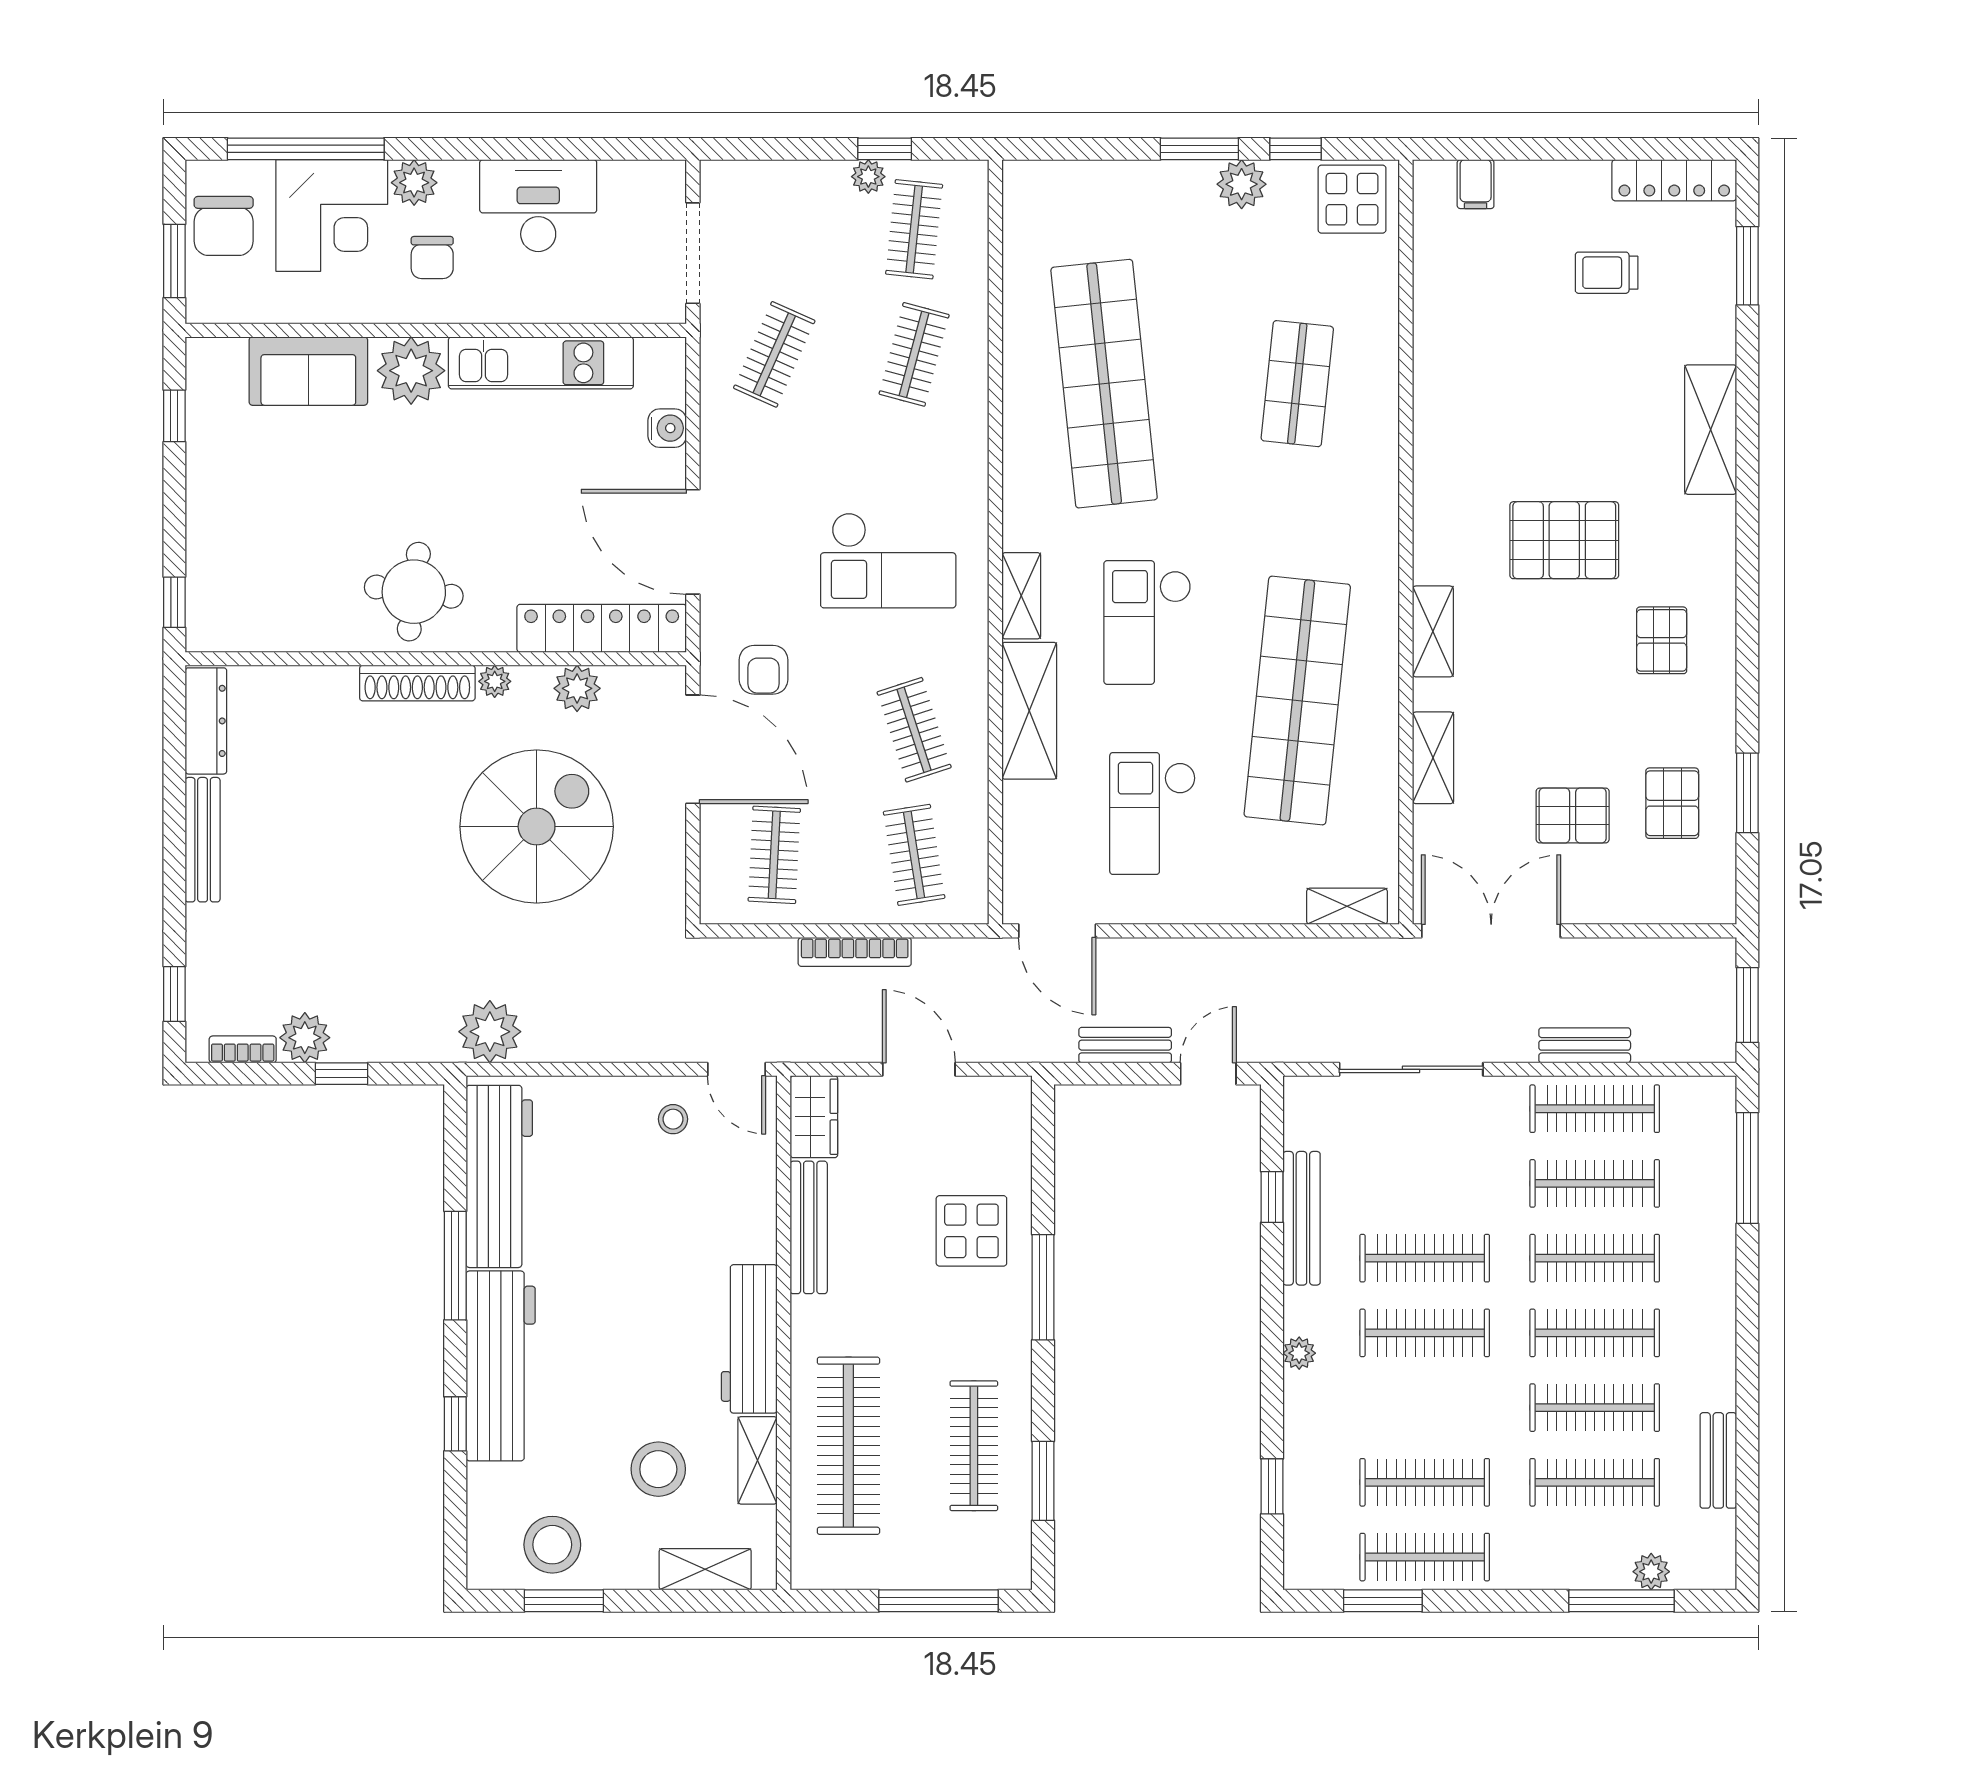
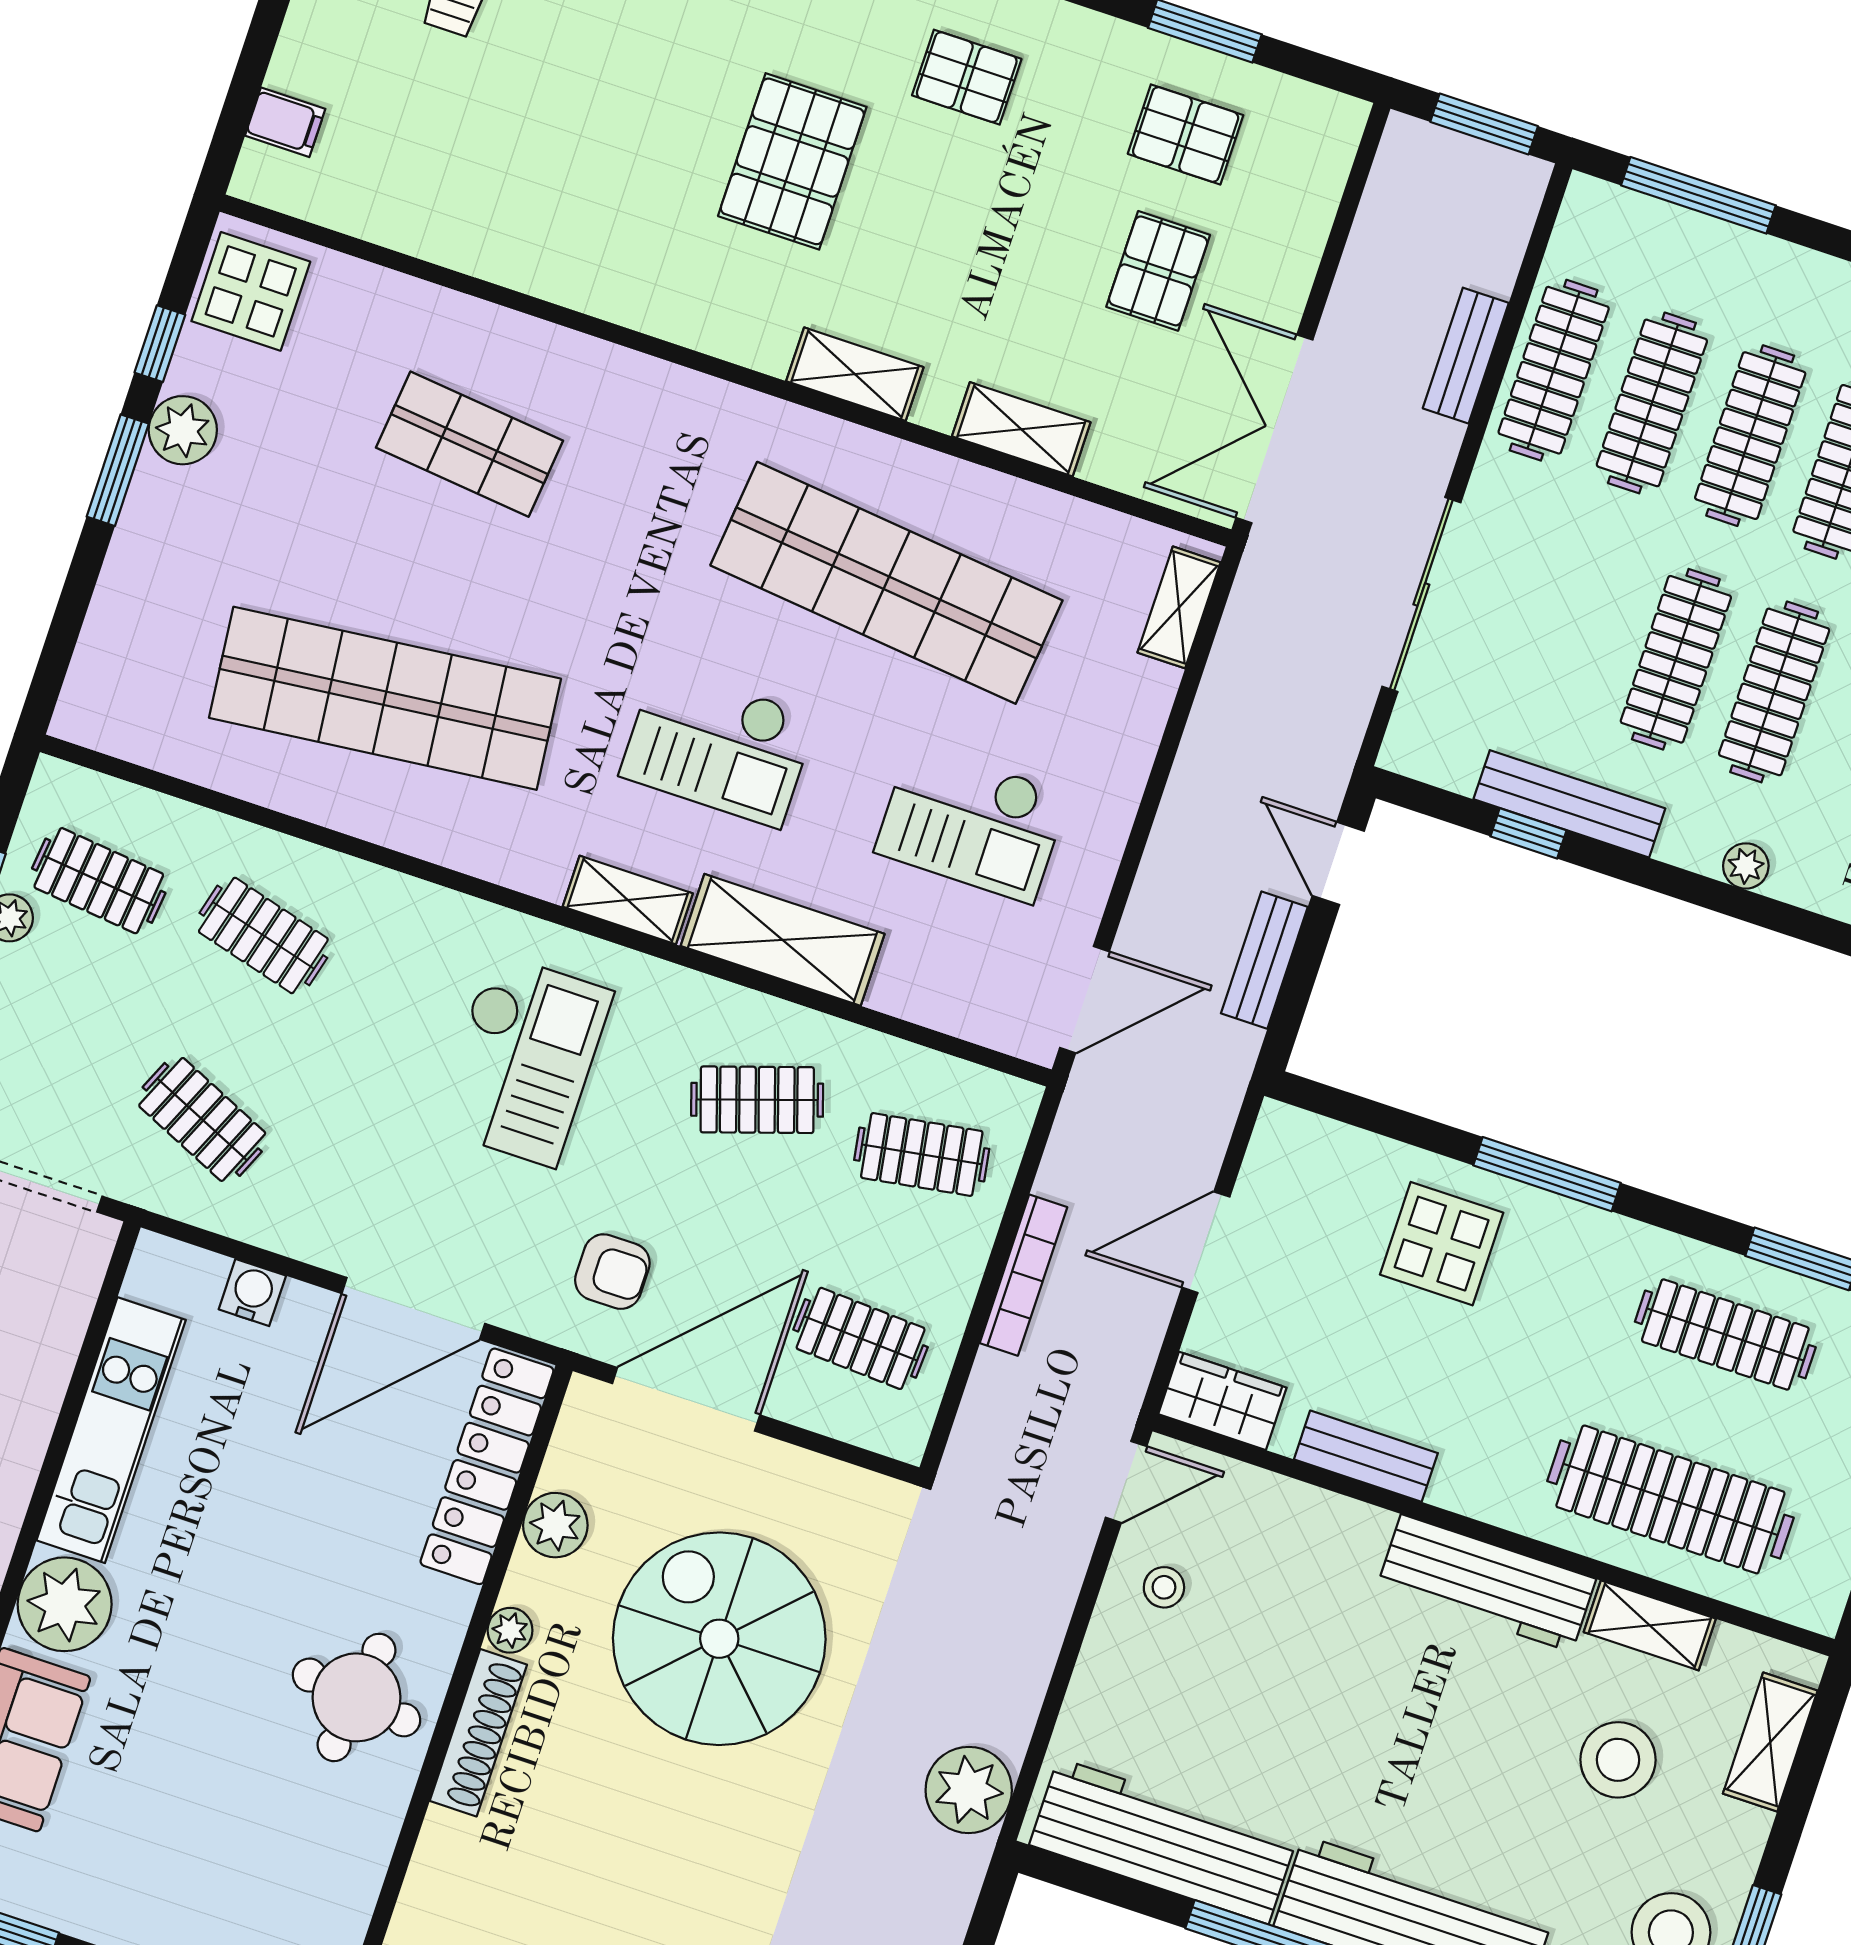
bench: (809, 1227) -> (1366, 1456), width x0.73

